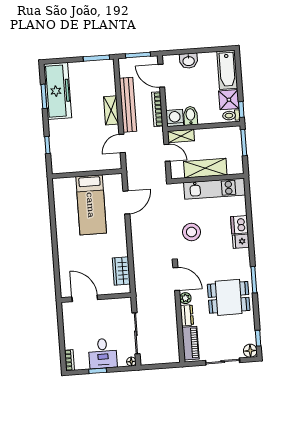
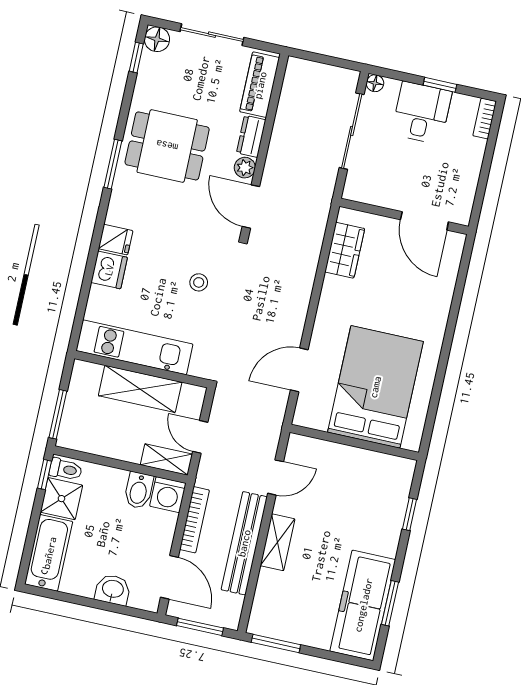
bed: (91, 205) -> (375, 387), width x1.50
stool: (191, 232) -> (199, 282), width x0.53, depth x0.53

